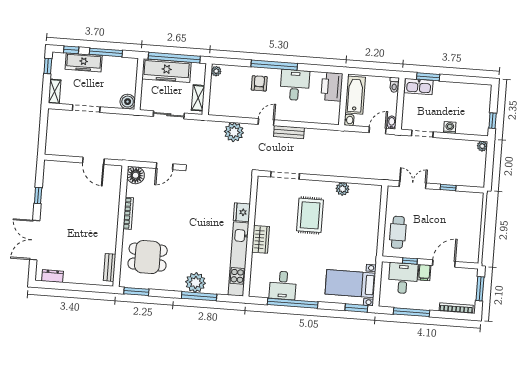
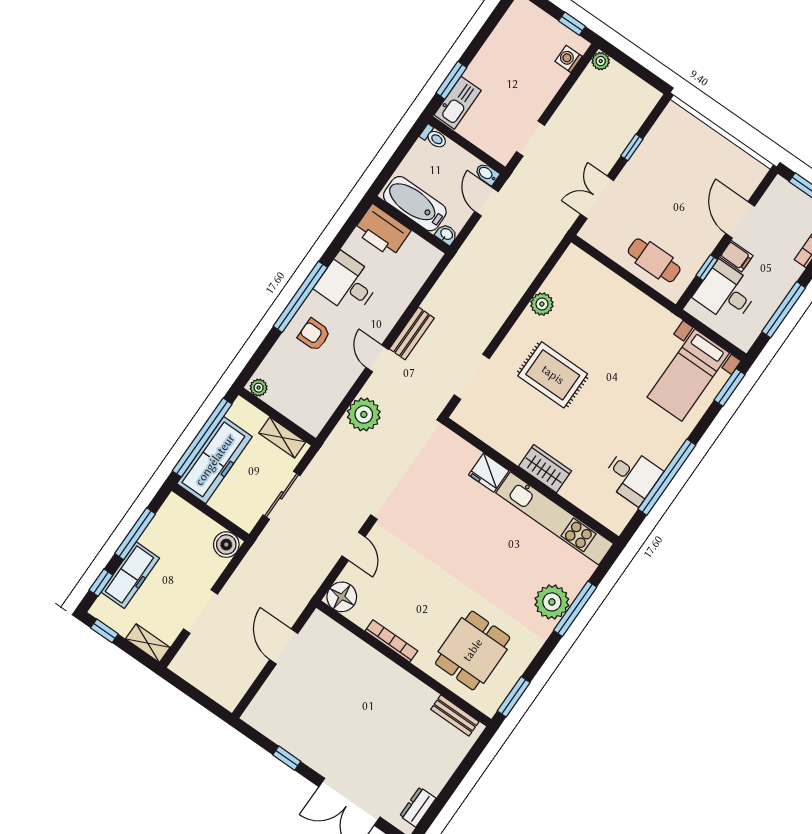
washing machine: (450, 128) -> (569, 59), moved
door: (93, 161) -> (284, 647), swing flipped

